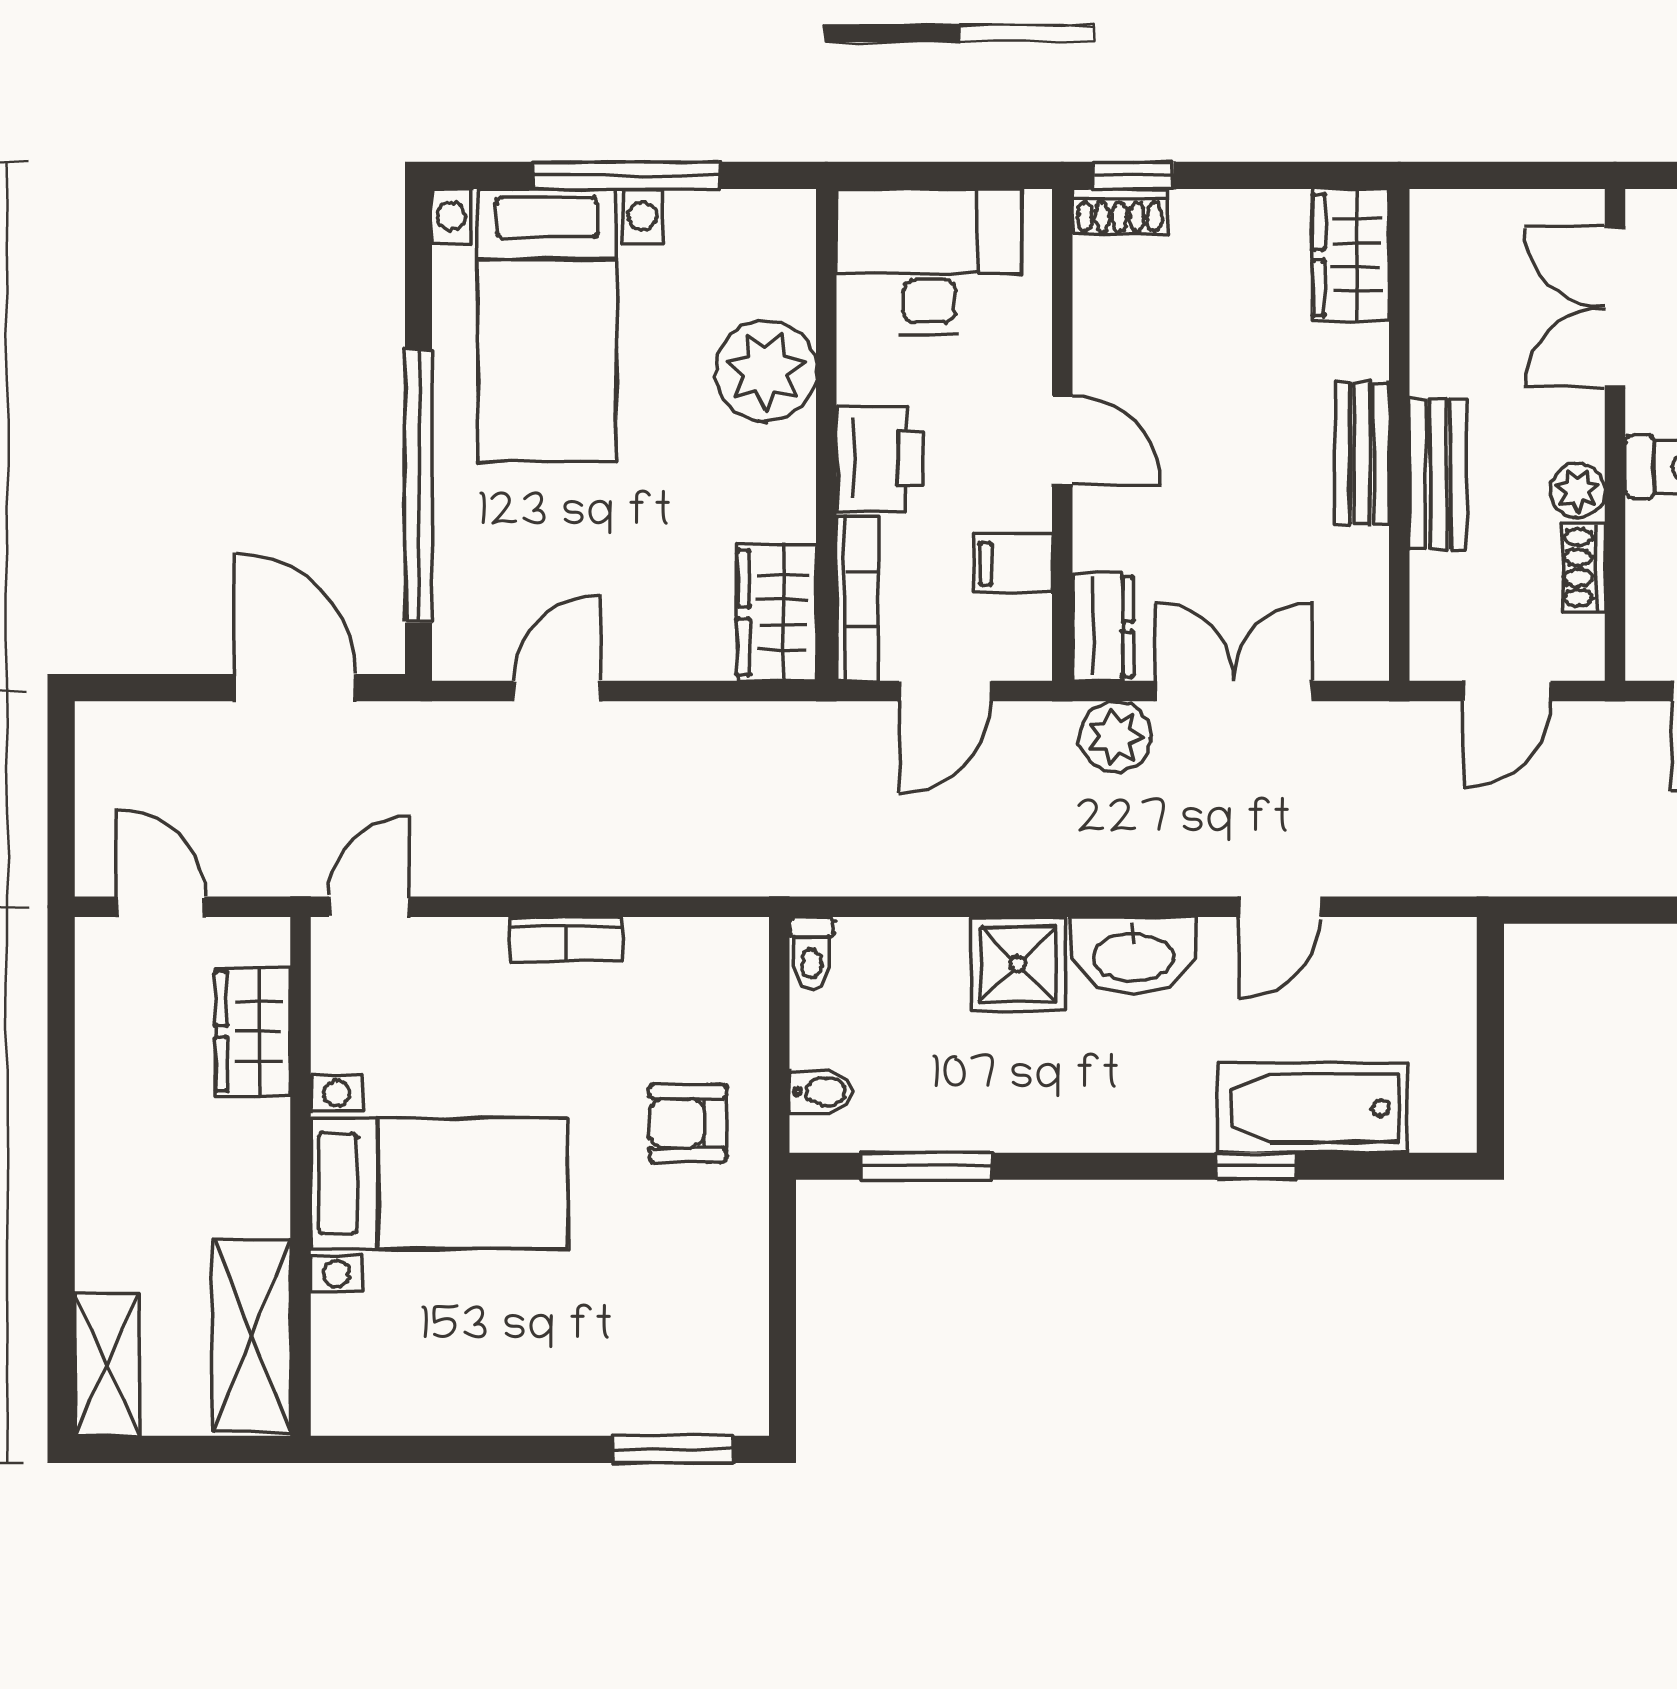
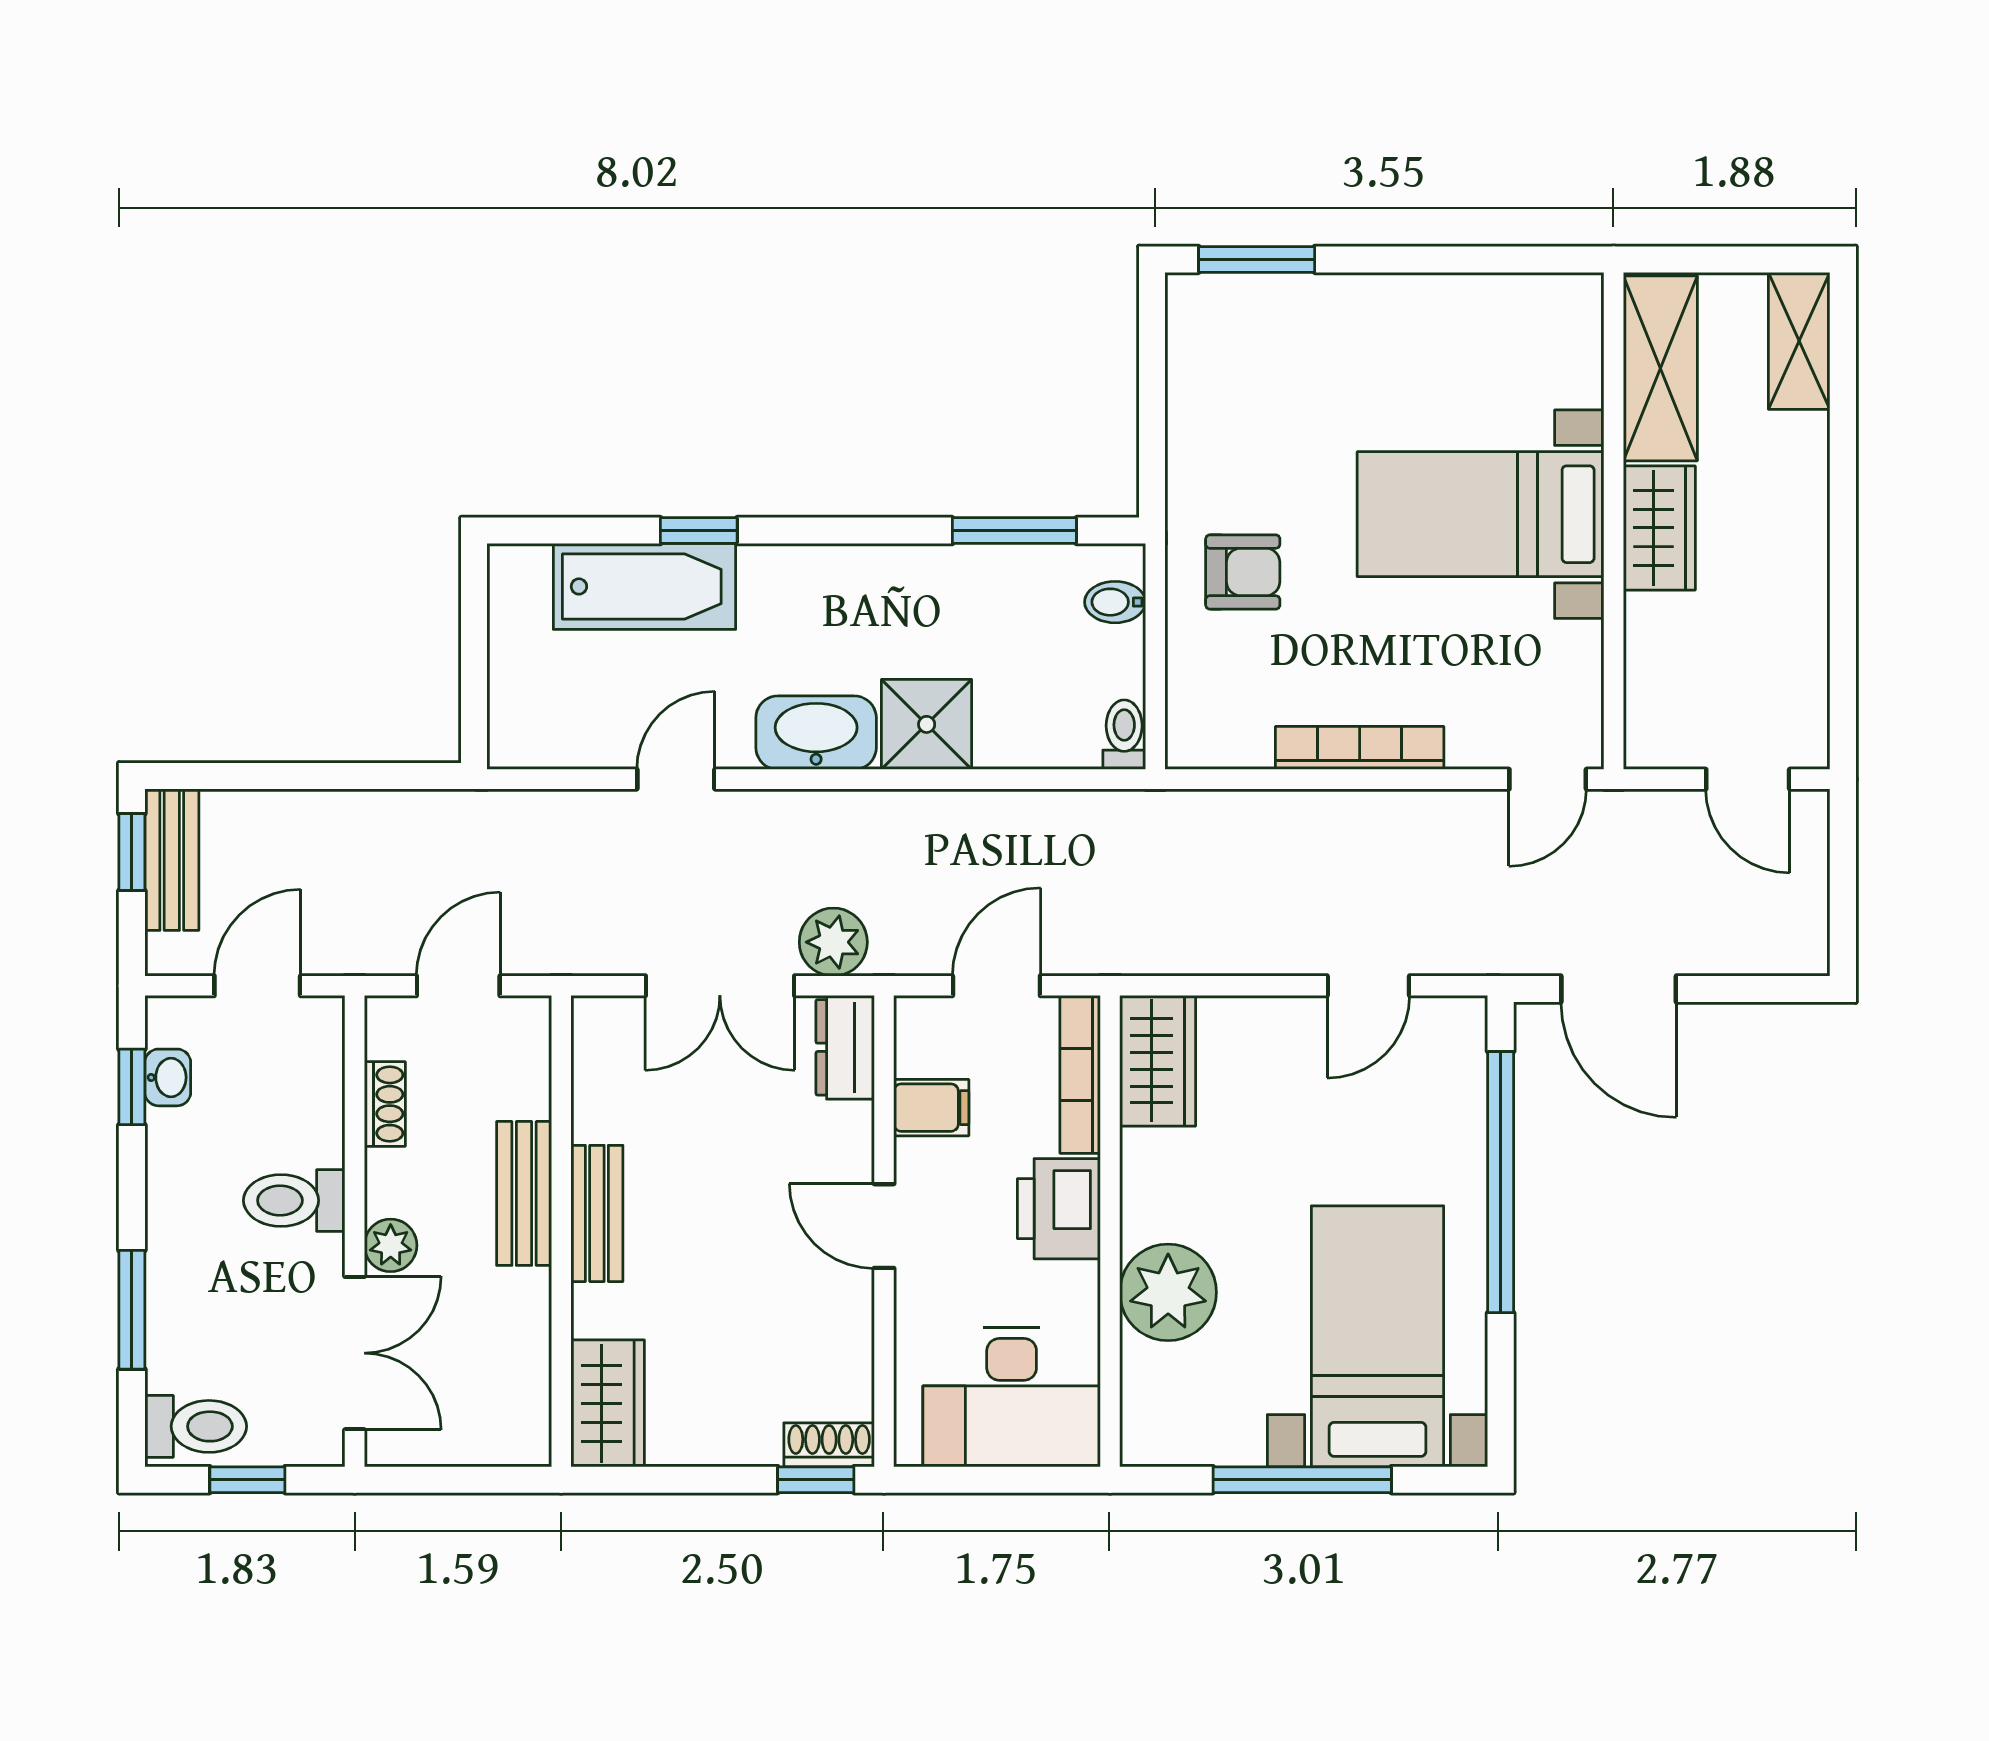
plant: (1578, 491) -> (391, 1245), moved
bookcase: (566, 939) -> (1360, 748), width x1.56
wardrobe: (253, 1031) -> (1659, 528), moved

